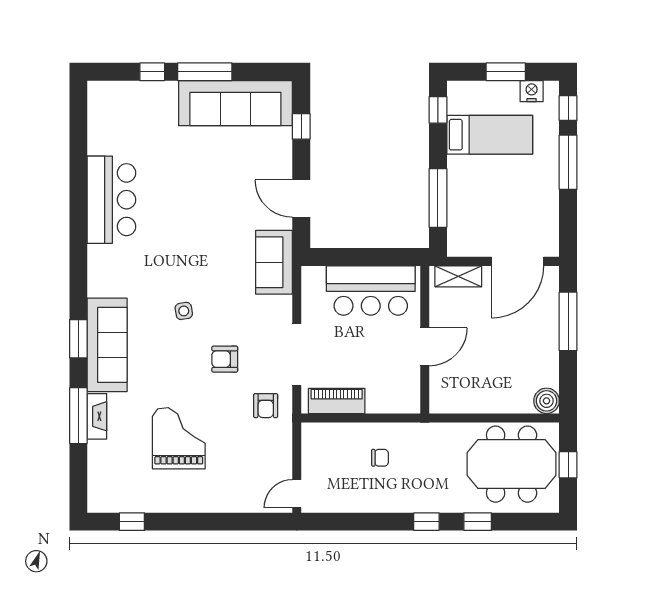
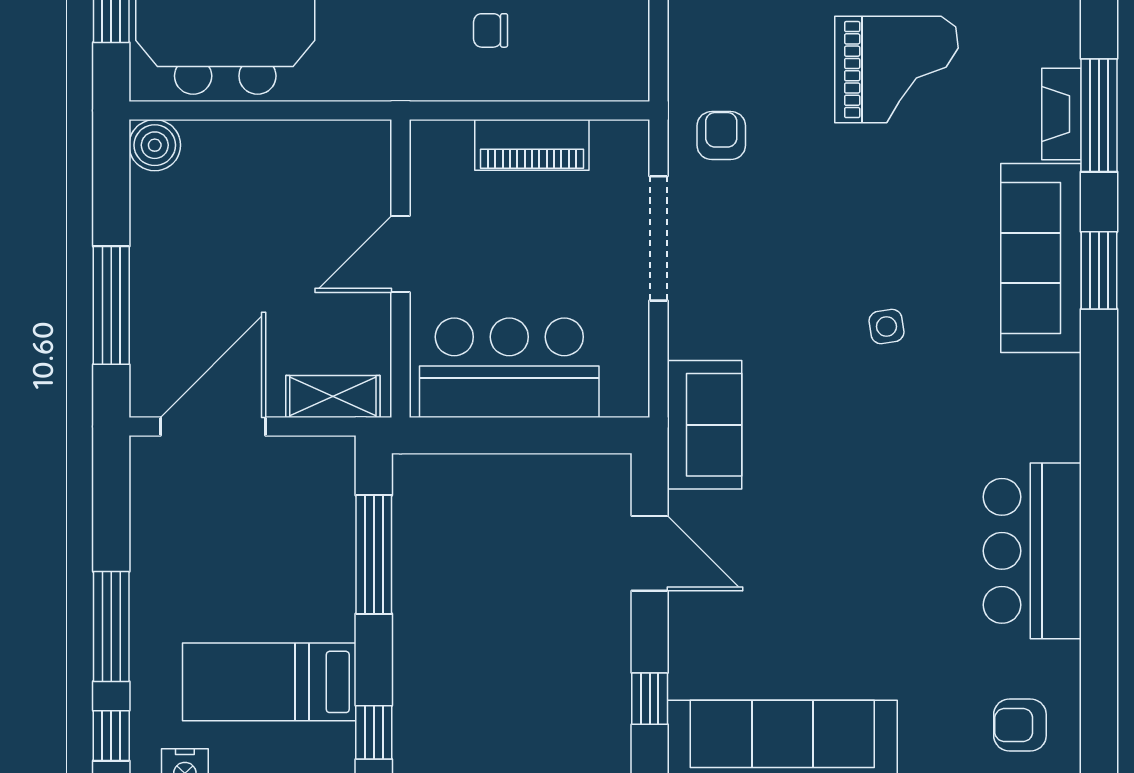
armchair: (225, 359) -> (1020, 725), moved, turned 180
piano: (337, 401) -> (532, 145), moved
grand piano: (179, 438) -> (897, 70), turned -90

